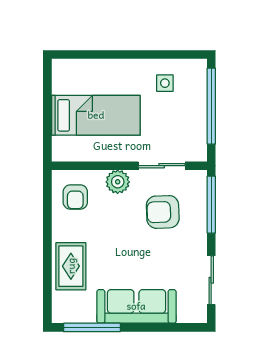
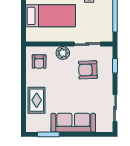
window: (211, 205) -> (115, 66), width x0.46
window: (92, 327) -> (48, 134), width x0.69

